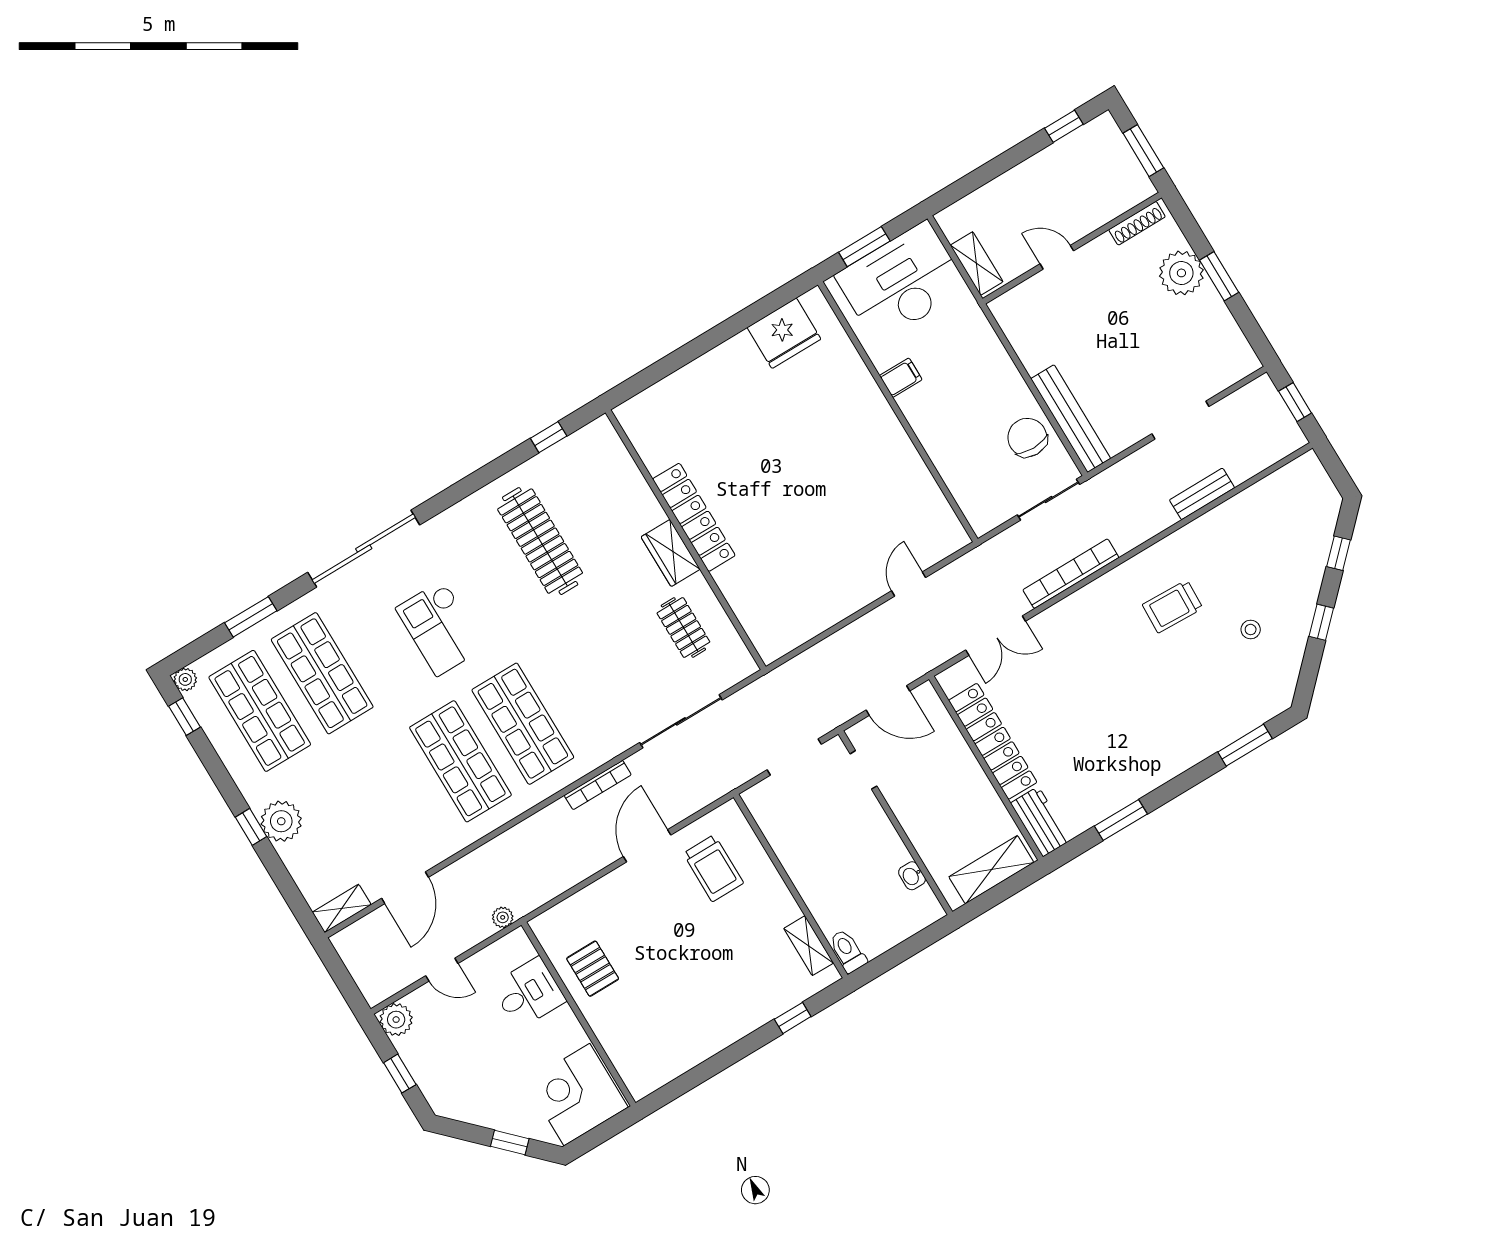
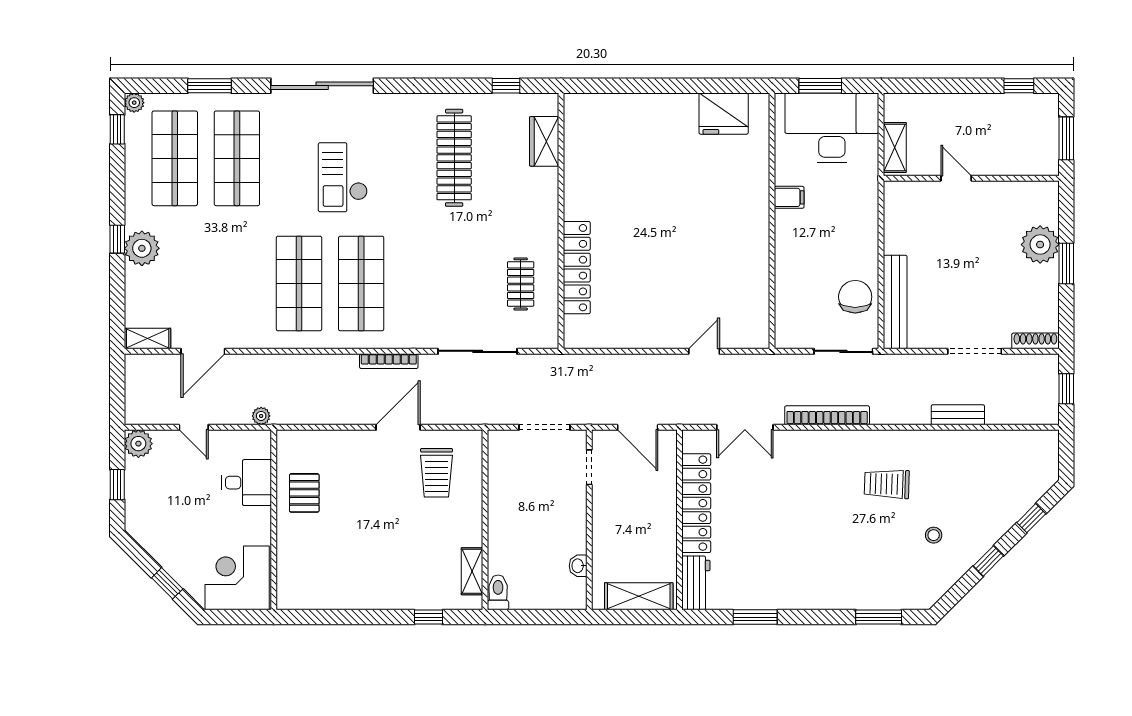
shoe rack: (1137, 223) -> (1035, 341), moved, turned 180
locker: (694, 517) -> (577, 268), moved
wardrobe: (671, 553) -> (544, 141), moved

